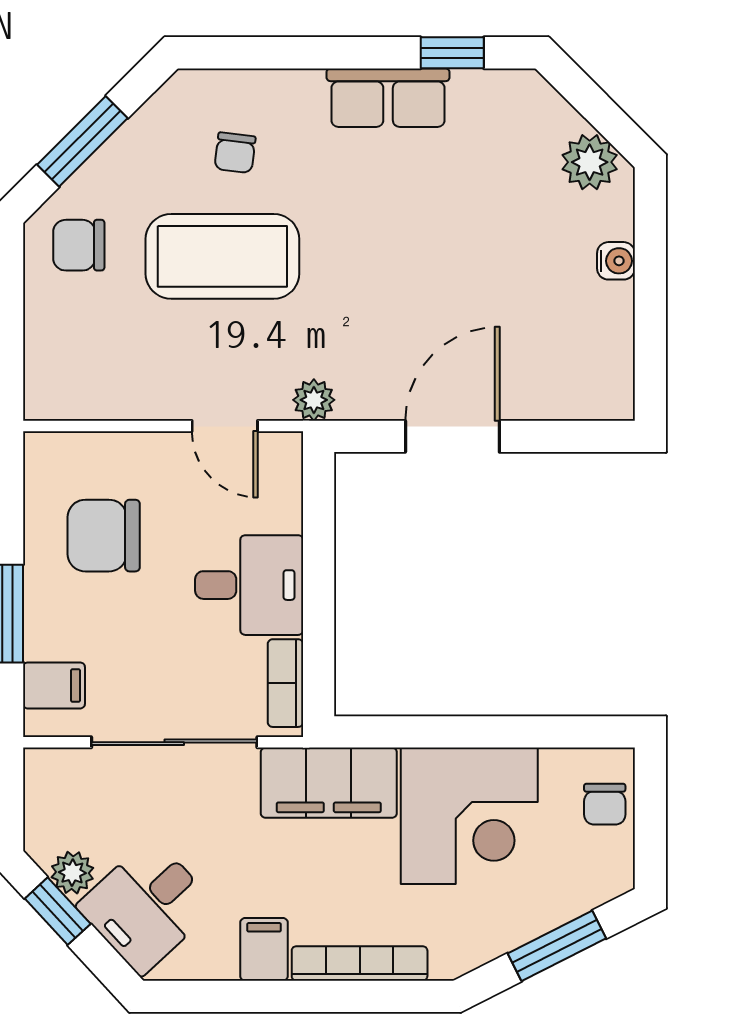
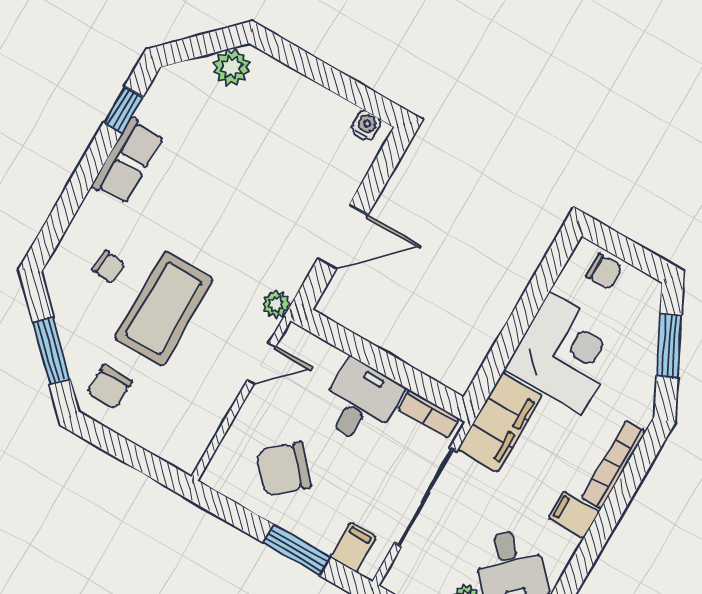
water cooler: (616, 261) -> (366, 125), moved
door: (452, 436) -> (343, 237), swing flipped
chair: (104, 536) -> (284, 469), turned 48

